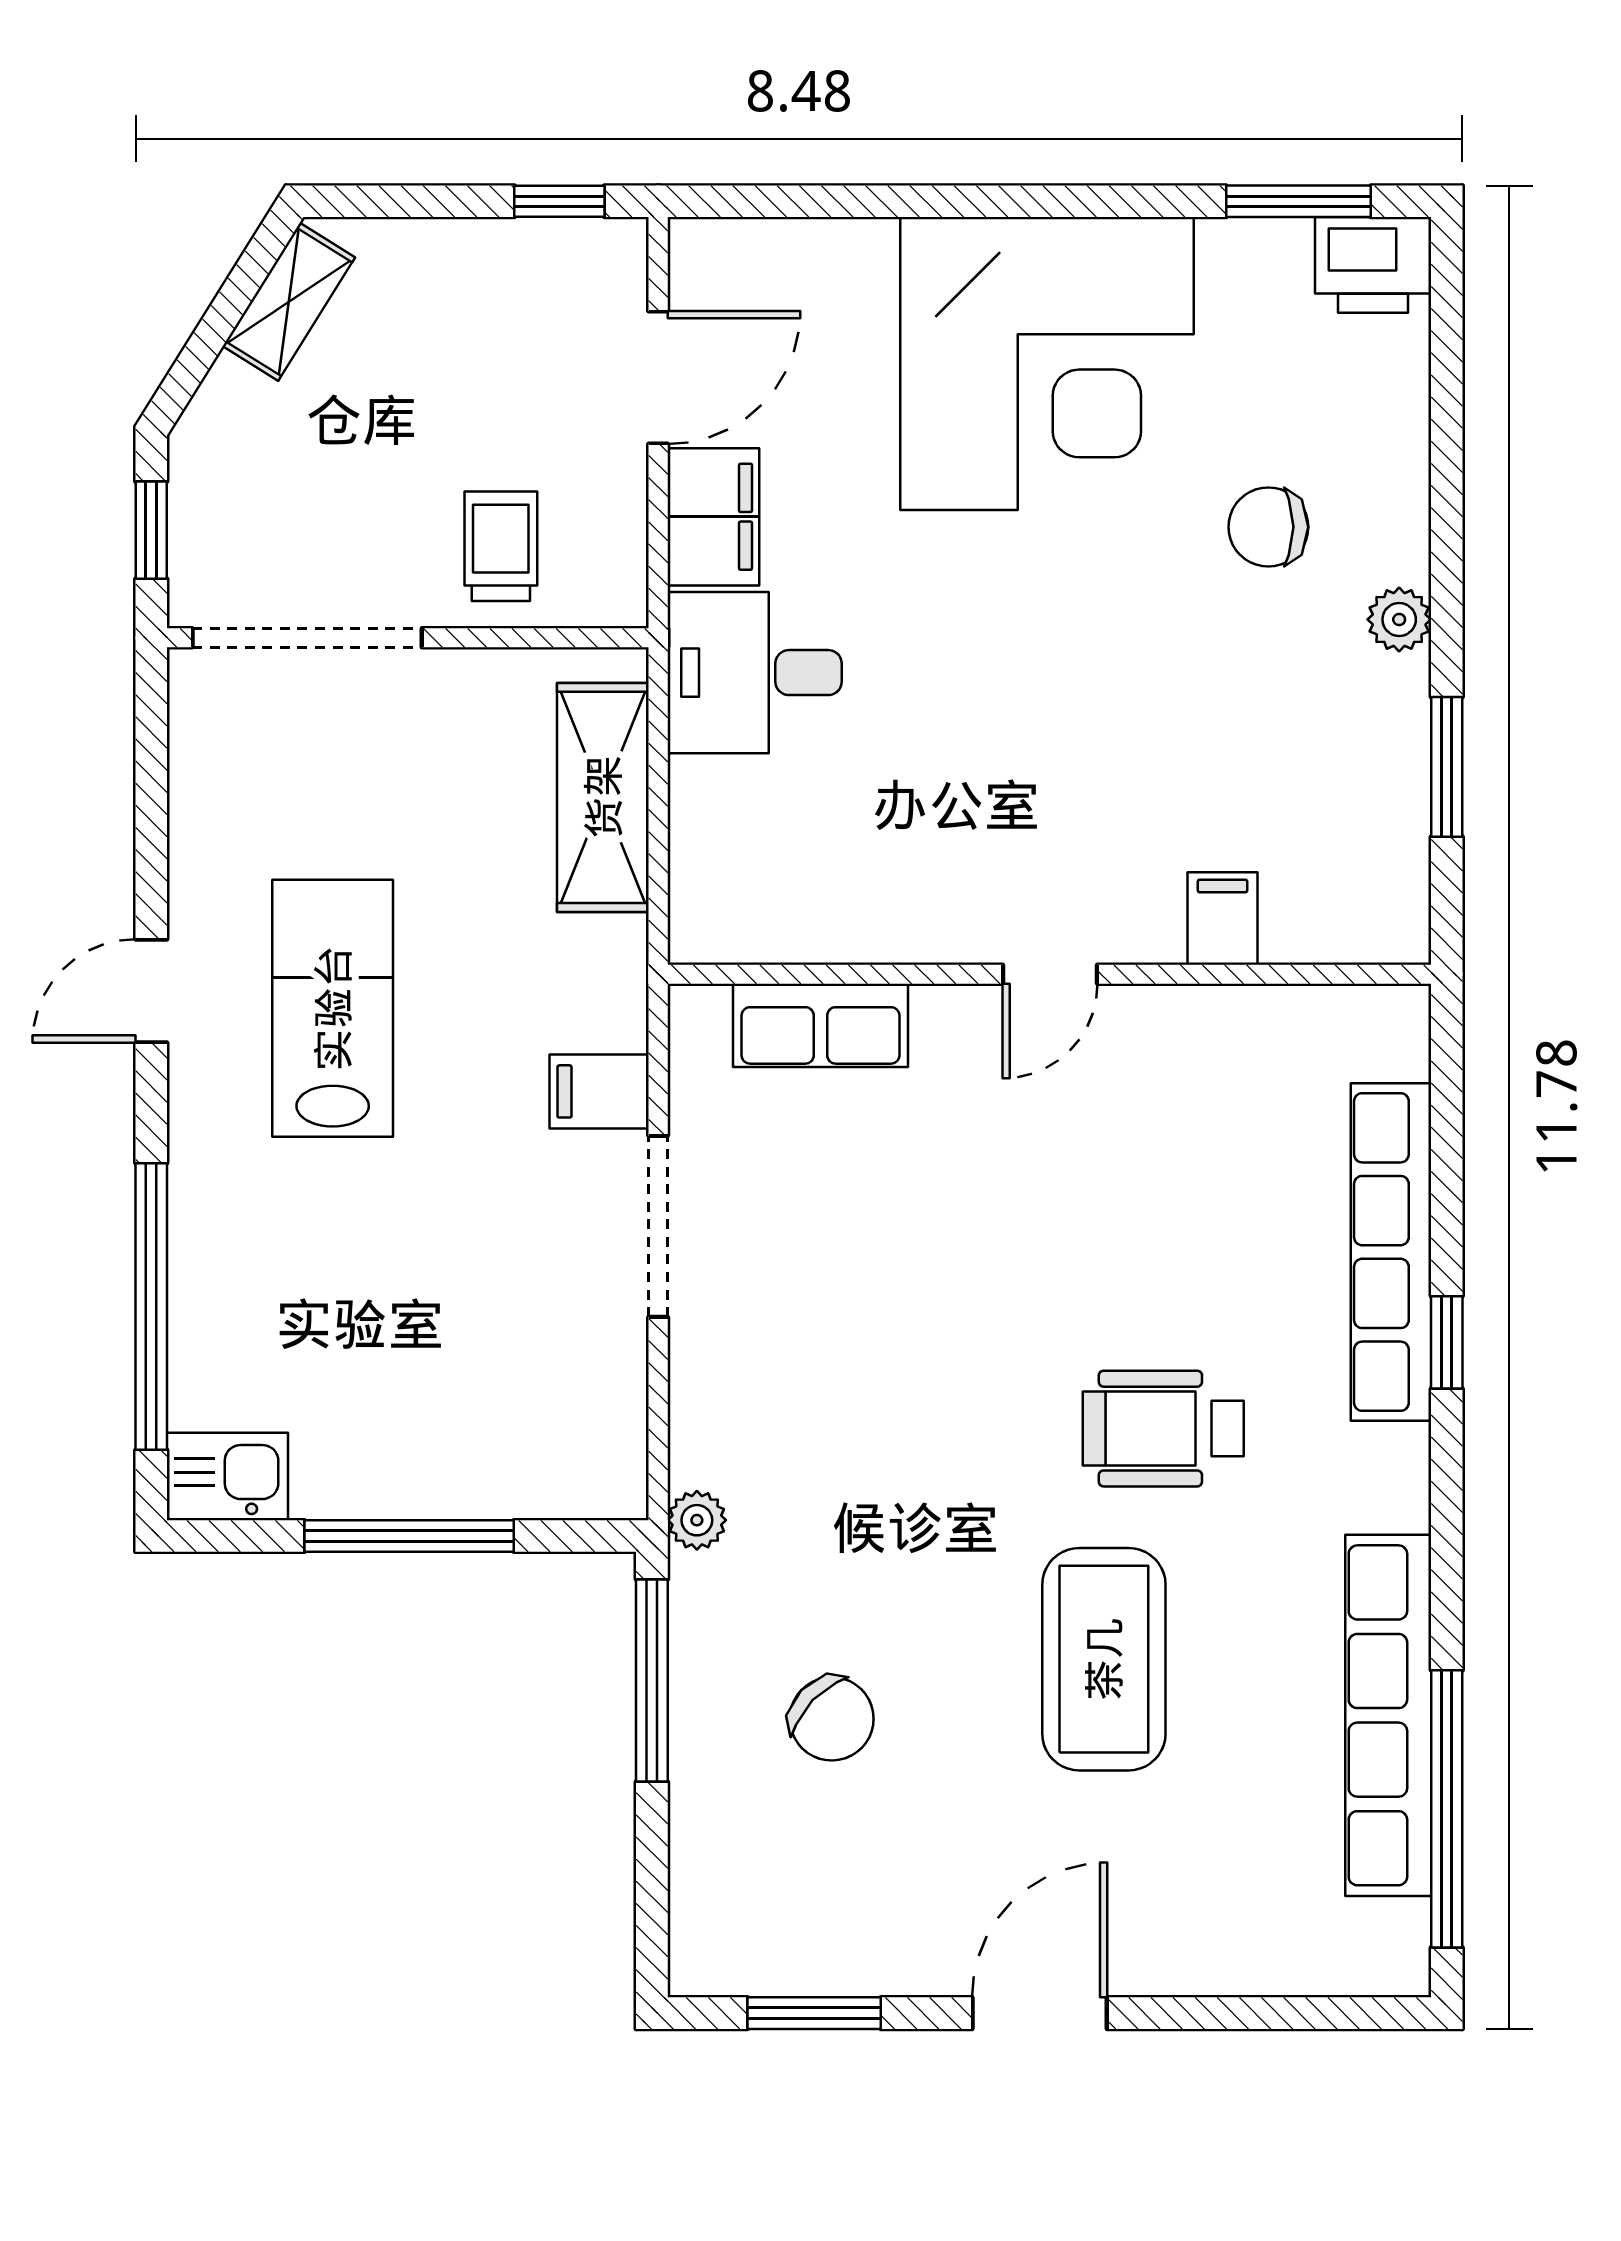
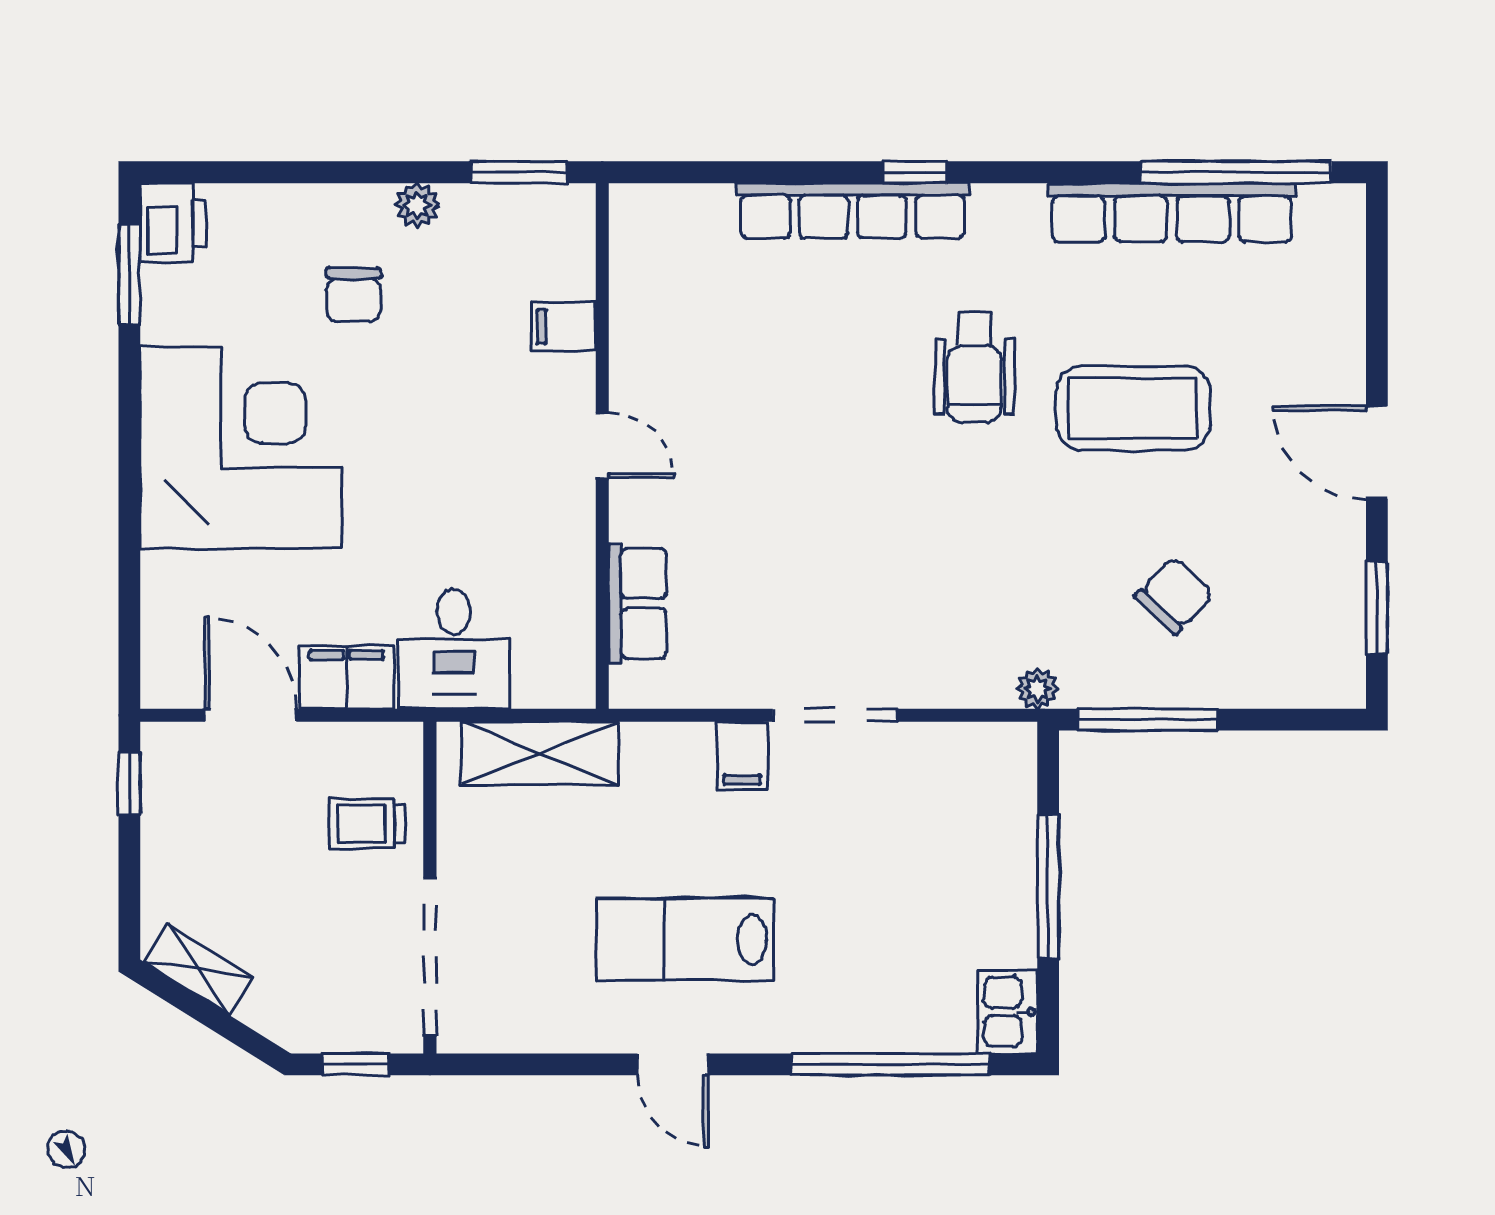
filing cabinet: (1223, 918) -> (564, 327), moved
wall: (1049, 974) -> (602, 446), moved
door: (1050, 974) -> (602, 445), moved
row of seats: (820, 1025) -> (637, 603), moved

